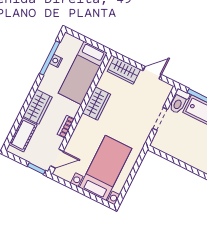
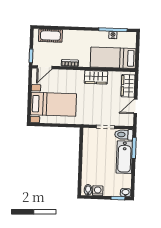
door: (152, 73) -> (135, 106), swing flipped
wardrobe: (38, 107) -> (75, 37), removed
door: (57, 159) -> (45, 67), hinge flipped

